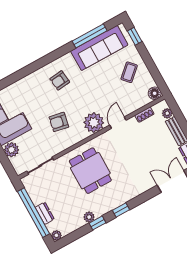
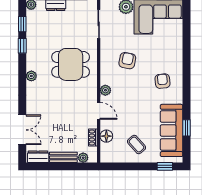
window: (90, 36) -> (187, 128), width x0.46
floor lamp: (155, 93) -> (106, 136), moved
plant: (94, 123) -> (105, 90), width x0.53, depth x0.53
window: (121, 210) -> (22, 24), moved
plant: (89, 217) -> (31, 76), moved

